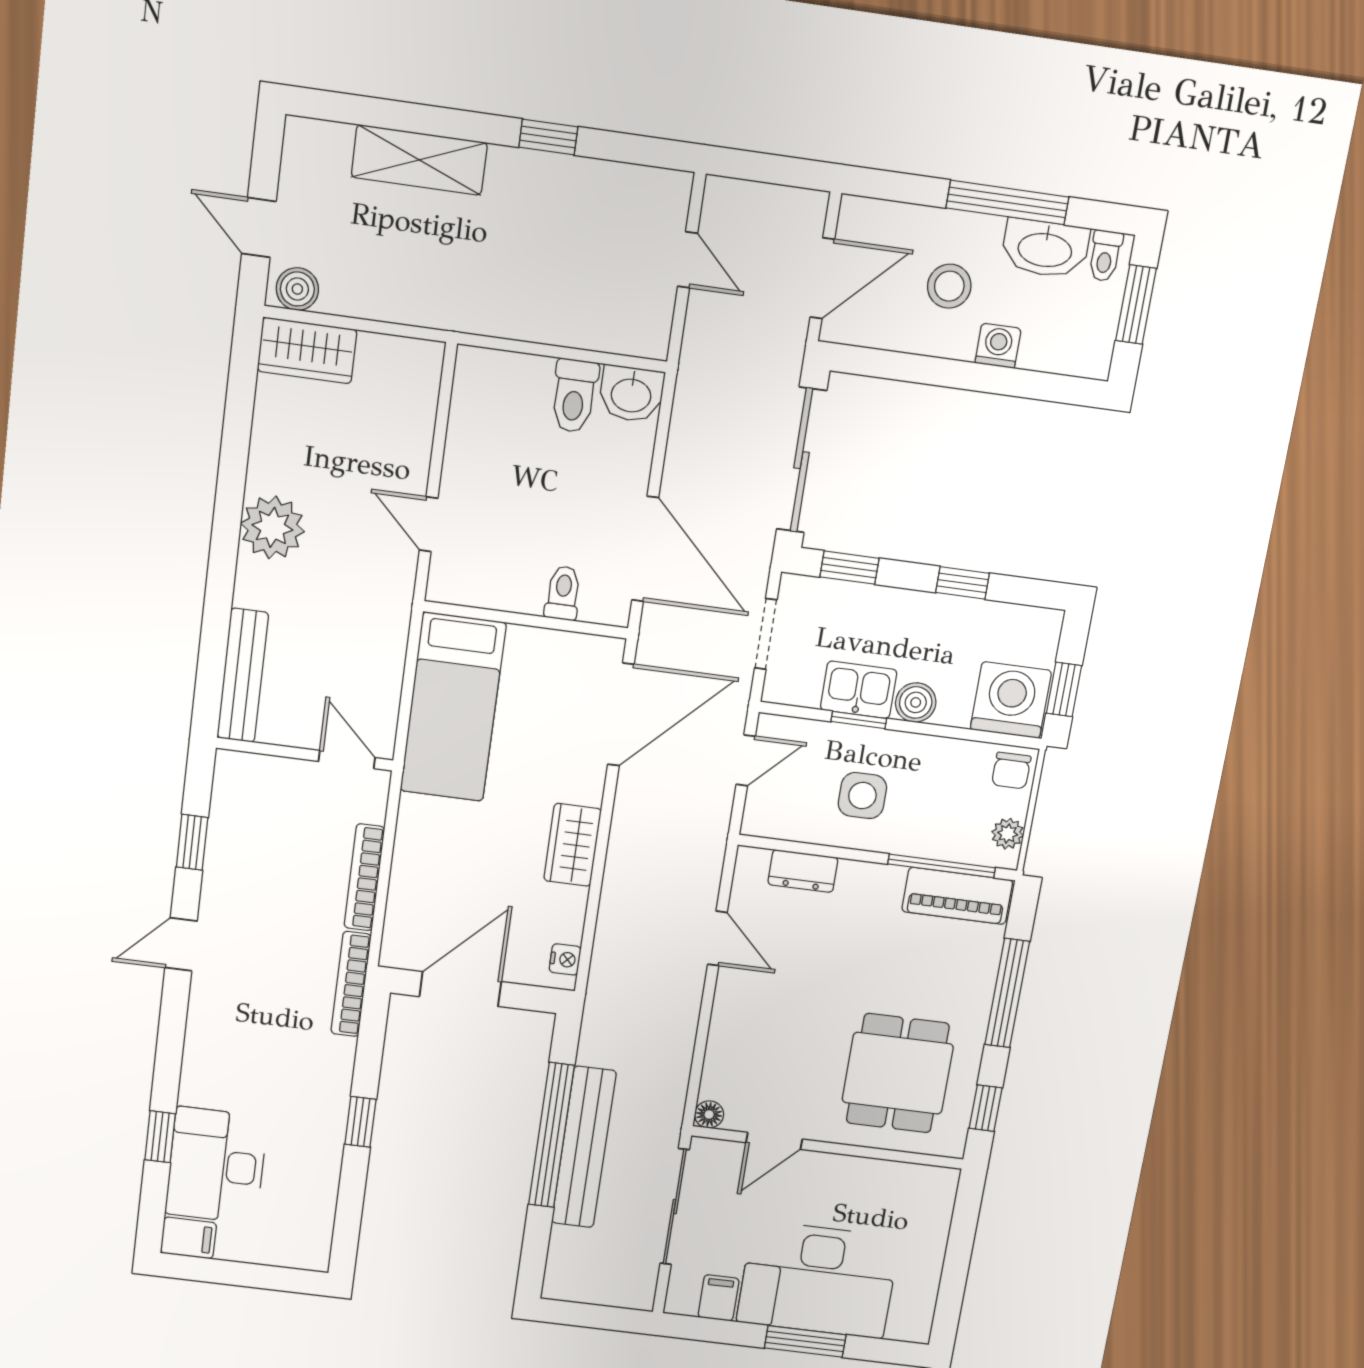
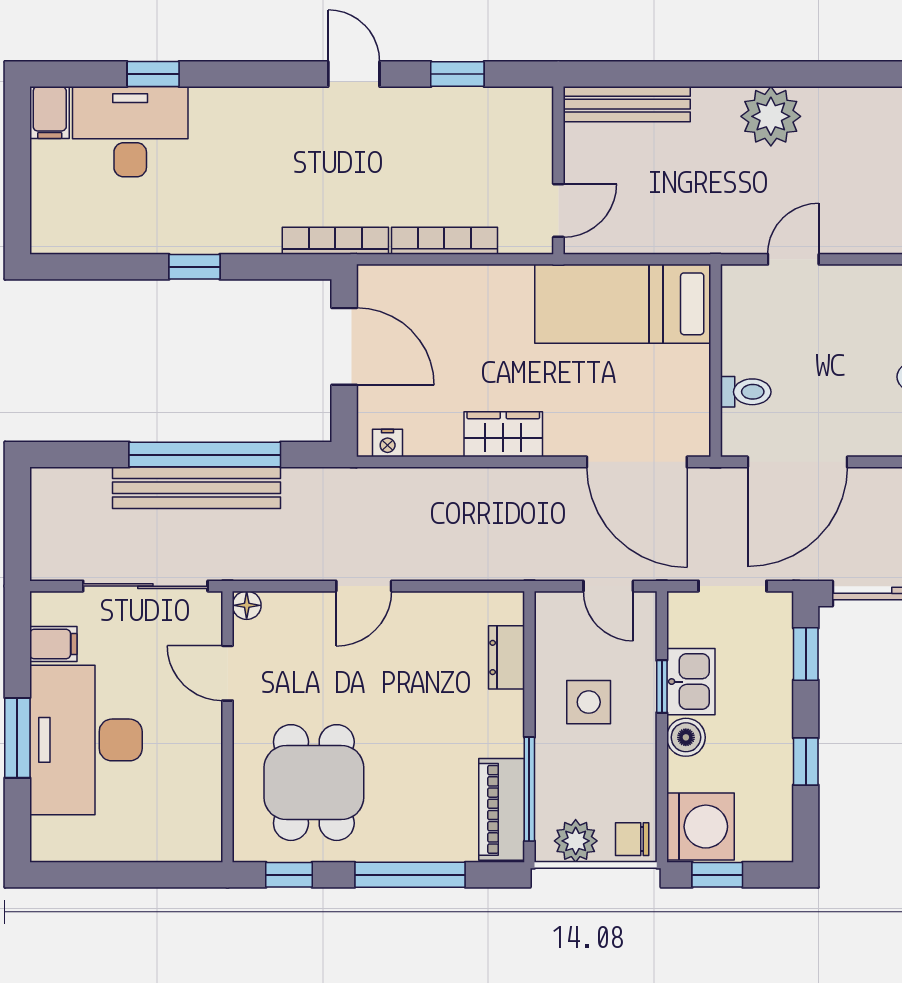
plant: (1008, 834) -> (576, 841), width x1.38, depth x1.38
door: (717, 938) -> (364, 586), moved
dining table: (898, 1073) -> (314, 783), turned 90

